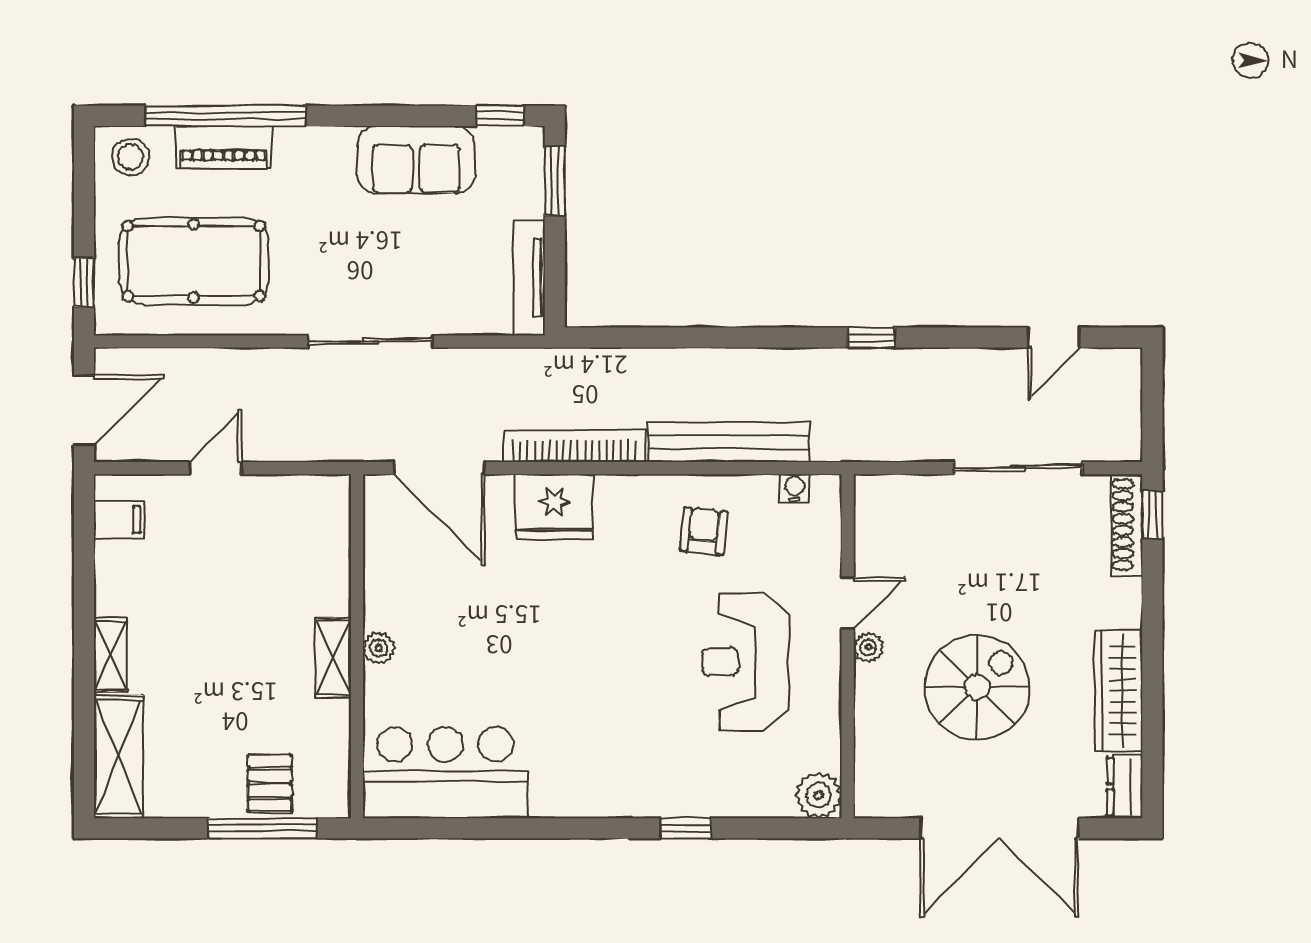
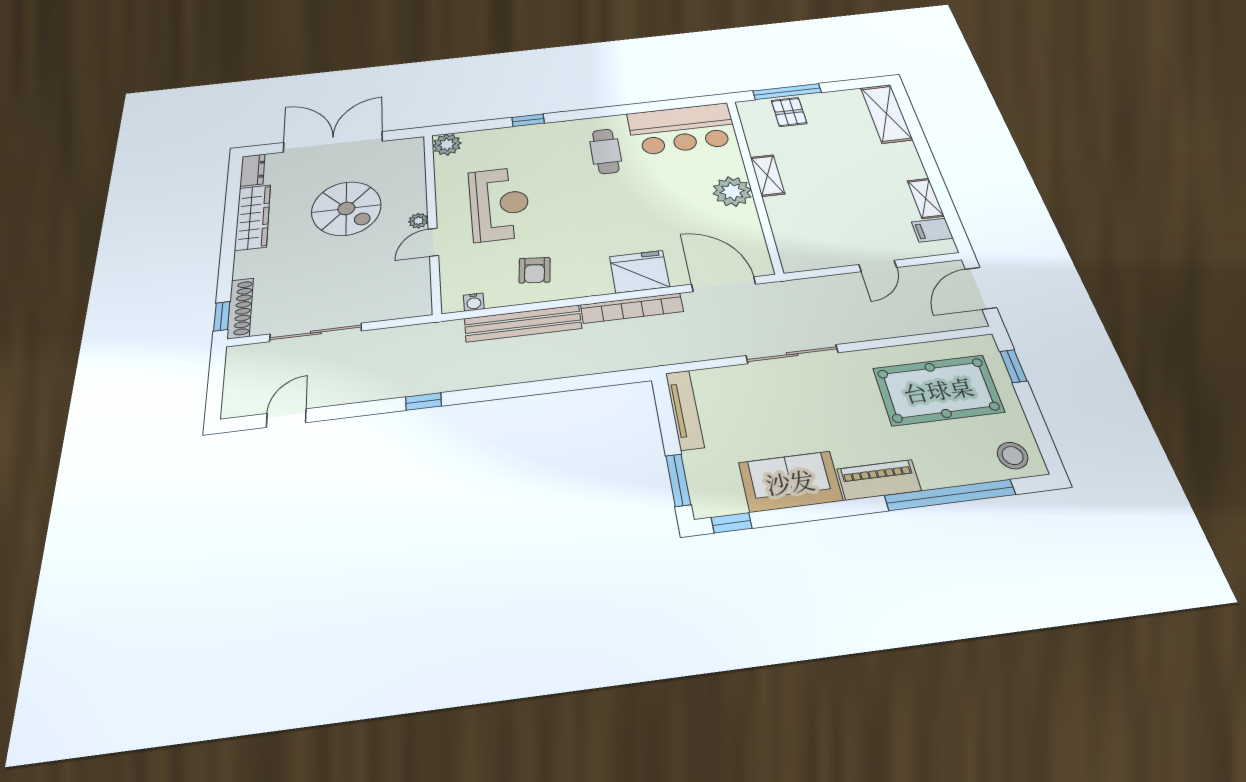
piano: (224, 147) -> (879, 480), moved
plant: (379, 648) -> (732, 192), width x1.87, depth x1.87
shelving: (111, 655) -> (926, 198), moved
spiral stairs: (977, 687) -> (346, 208), turned -90
cafe table: (571, 743) -> (606, 151), added

